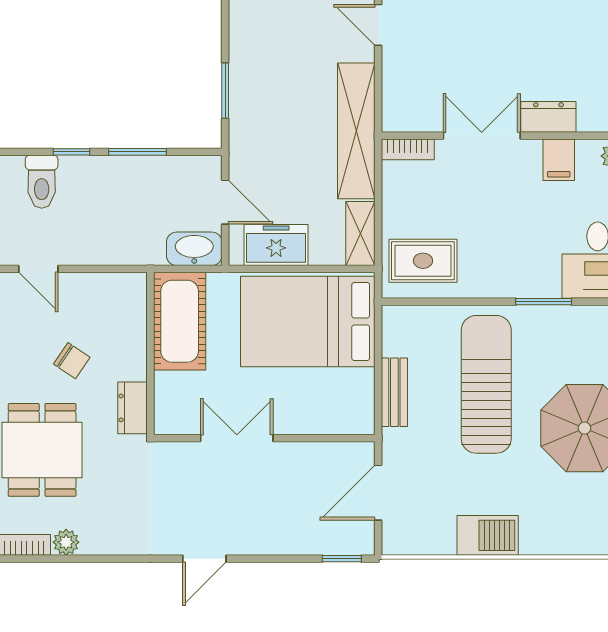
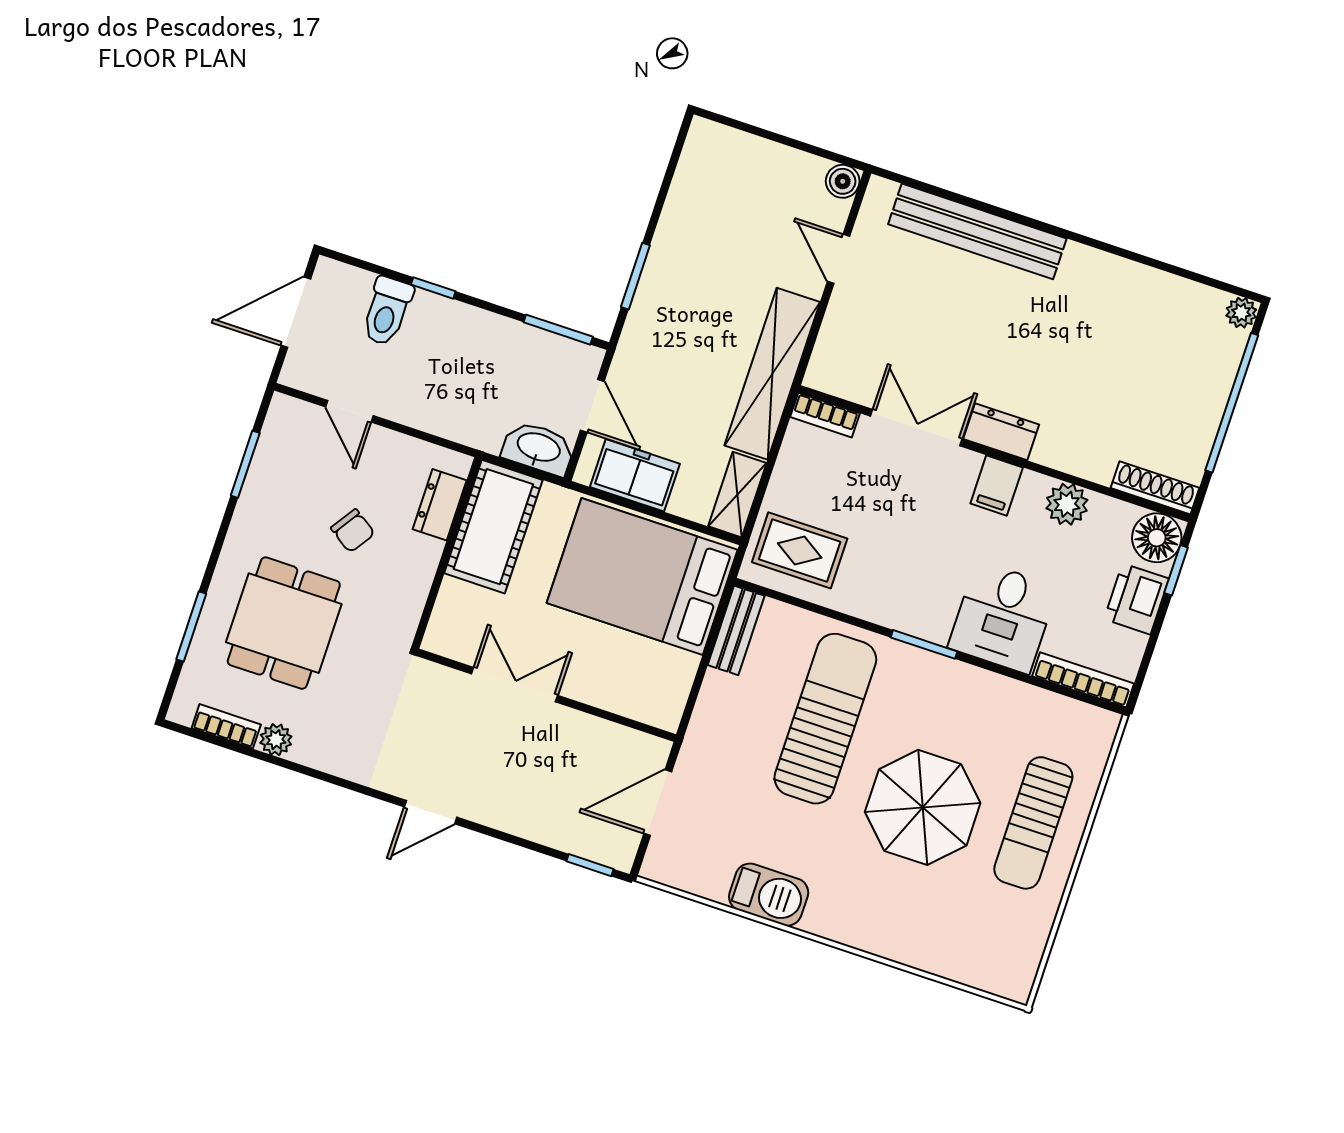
window: (138, 152) -> (558, 330), moved
bench: (394, 392) -> (736, 630), moved
dresser: (132, 408) -> (440, 505), moved

